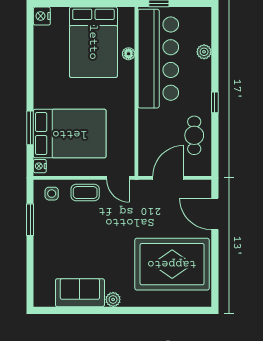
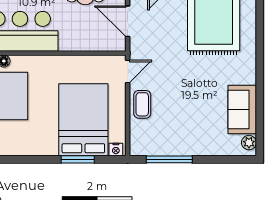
side table: (52, 194) -> (143, 138), removed
window: (30, 220) -> (169, 159), width x1.44
plant: (113, 299) -> (249, 143), moved

